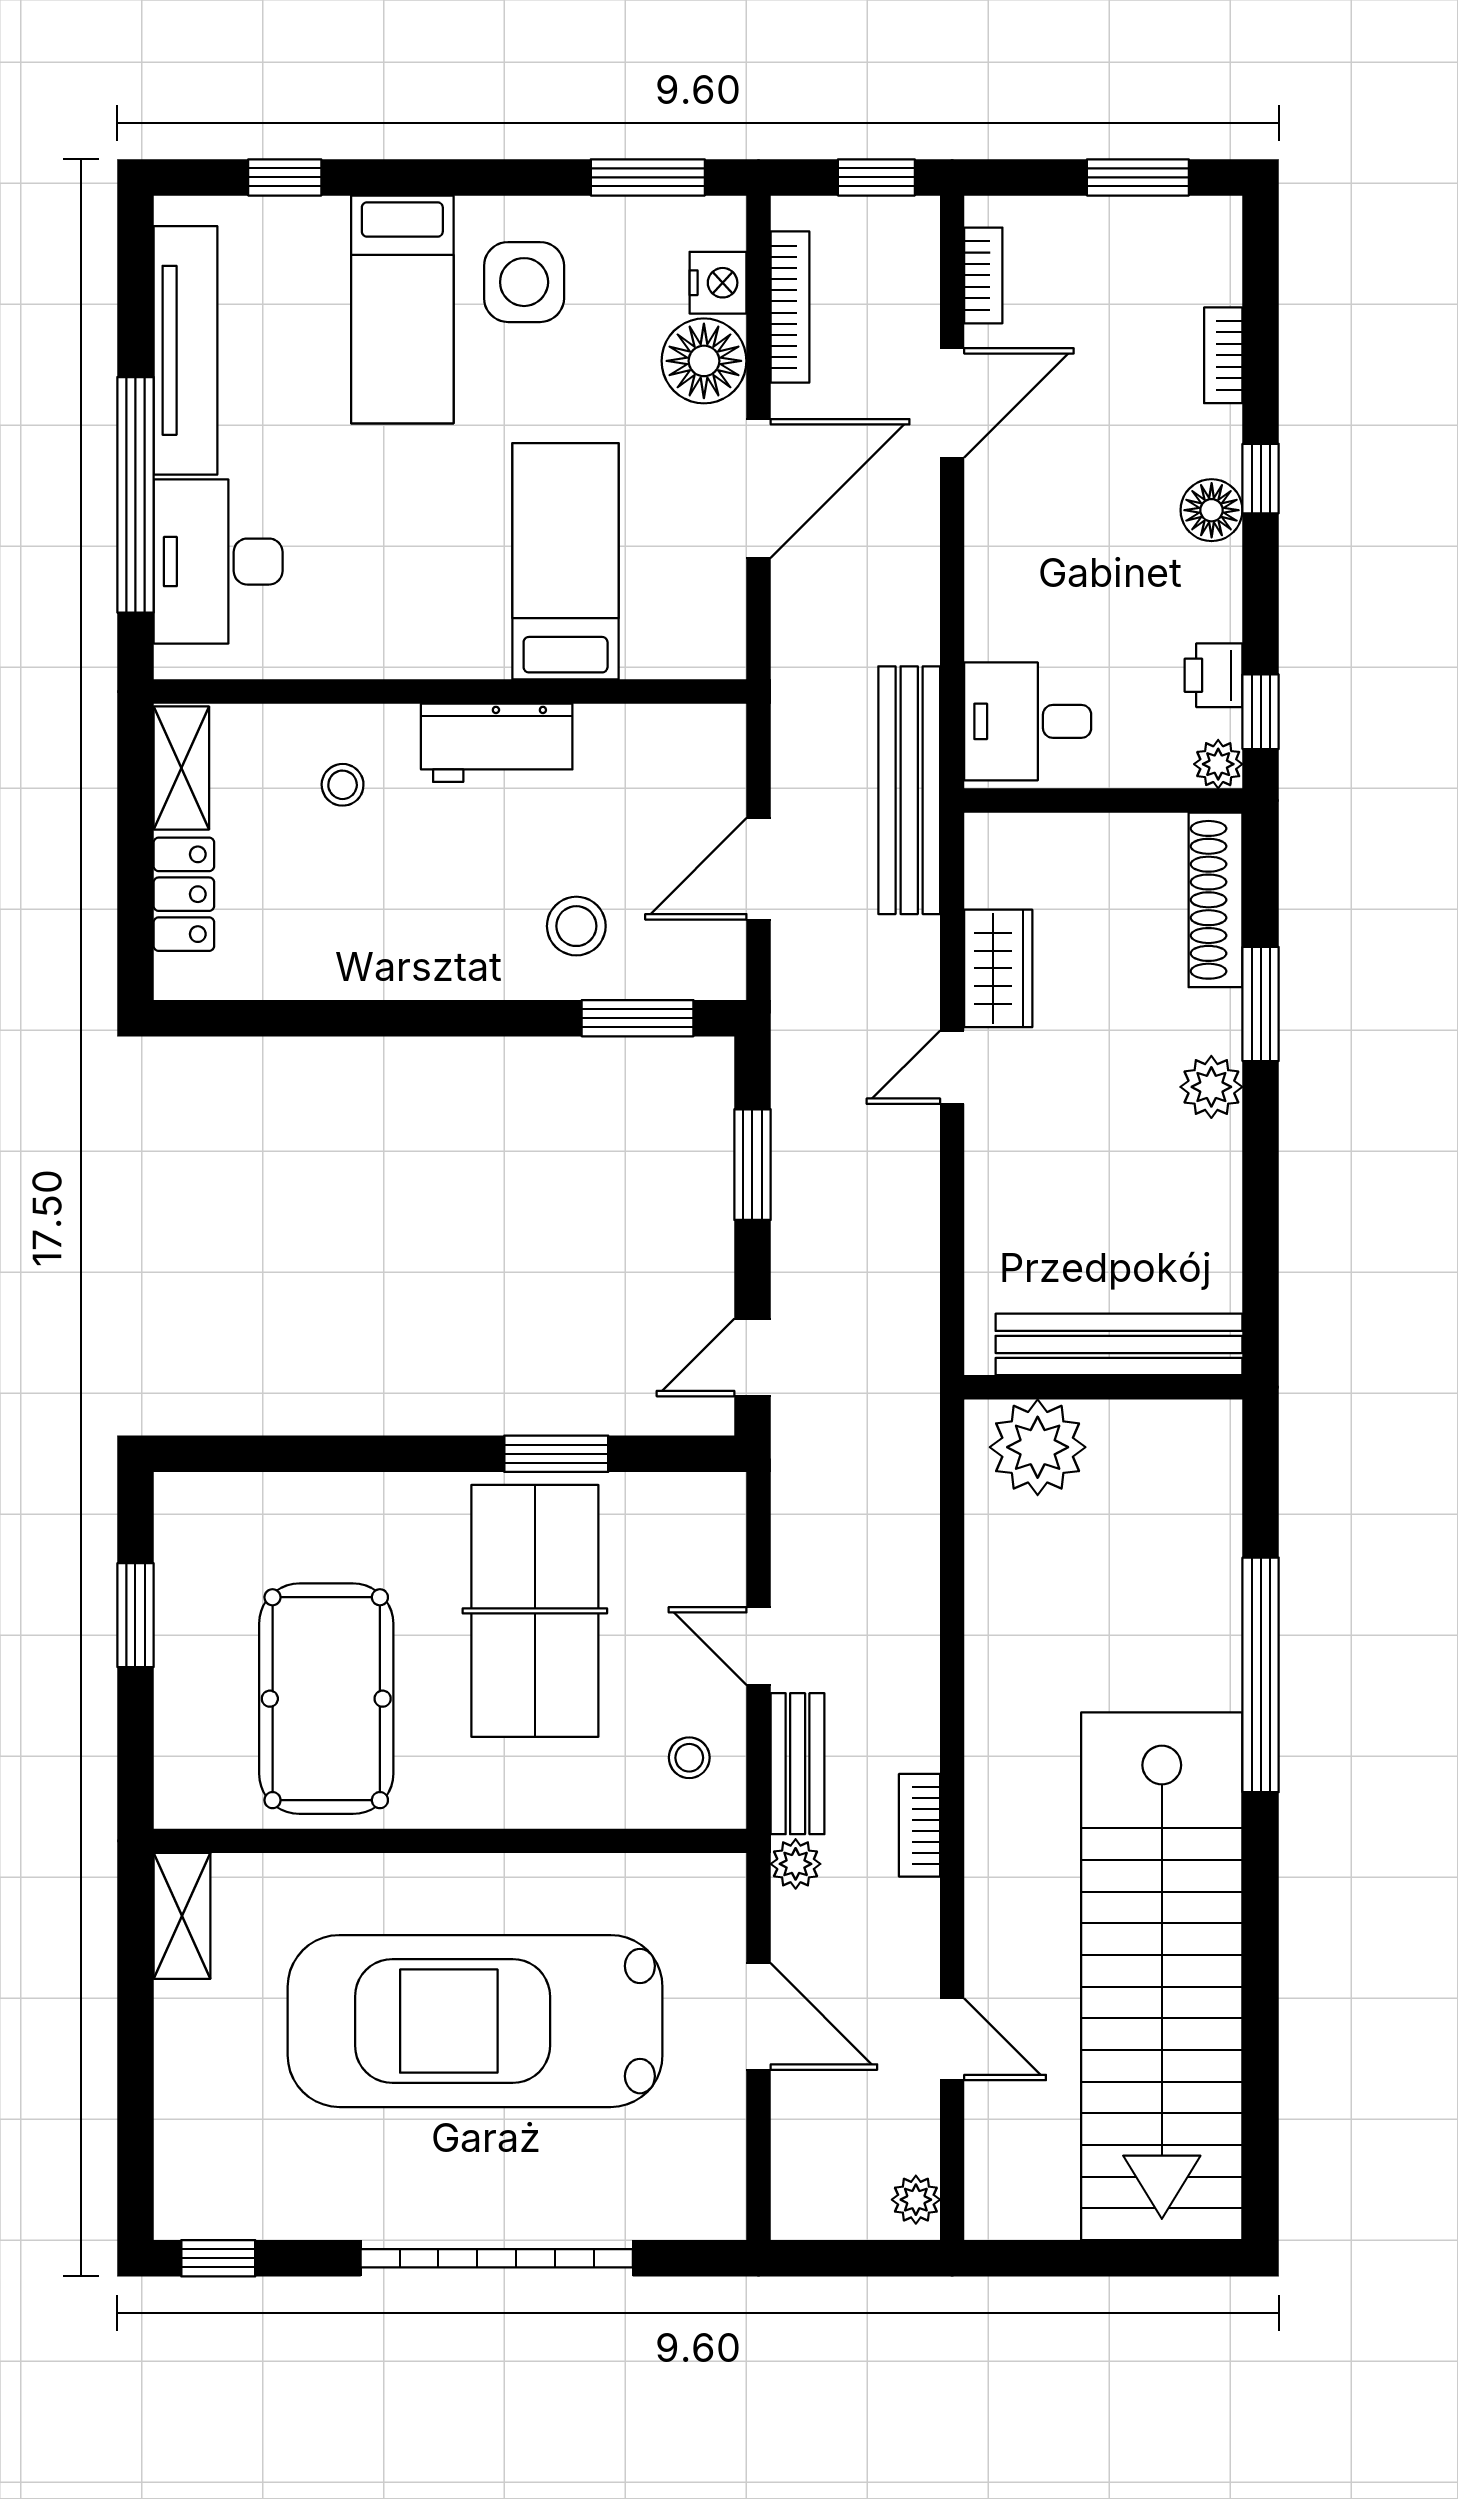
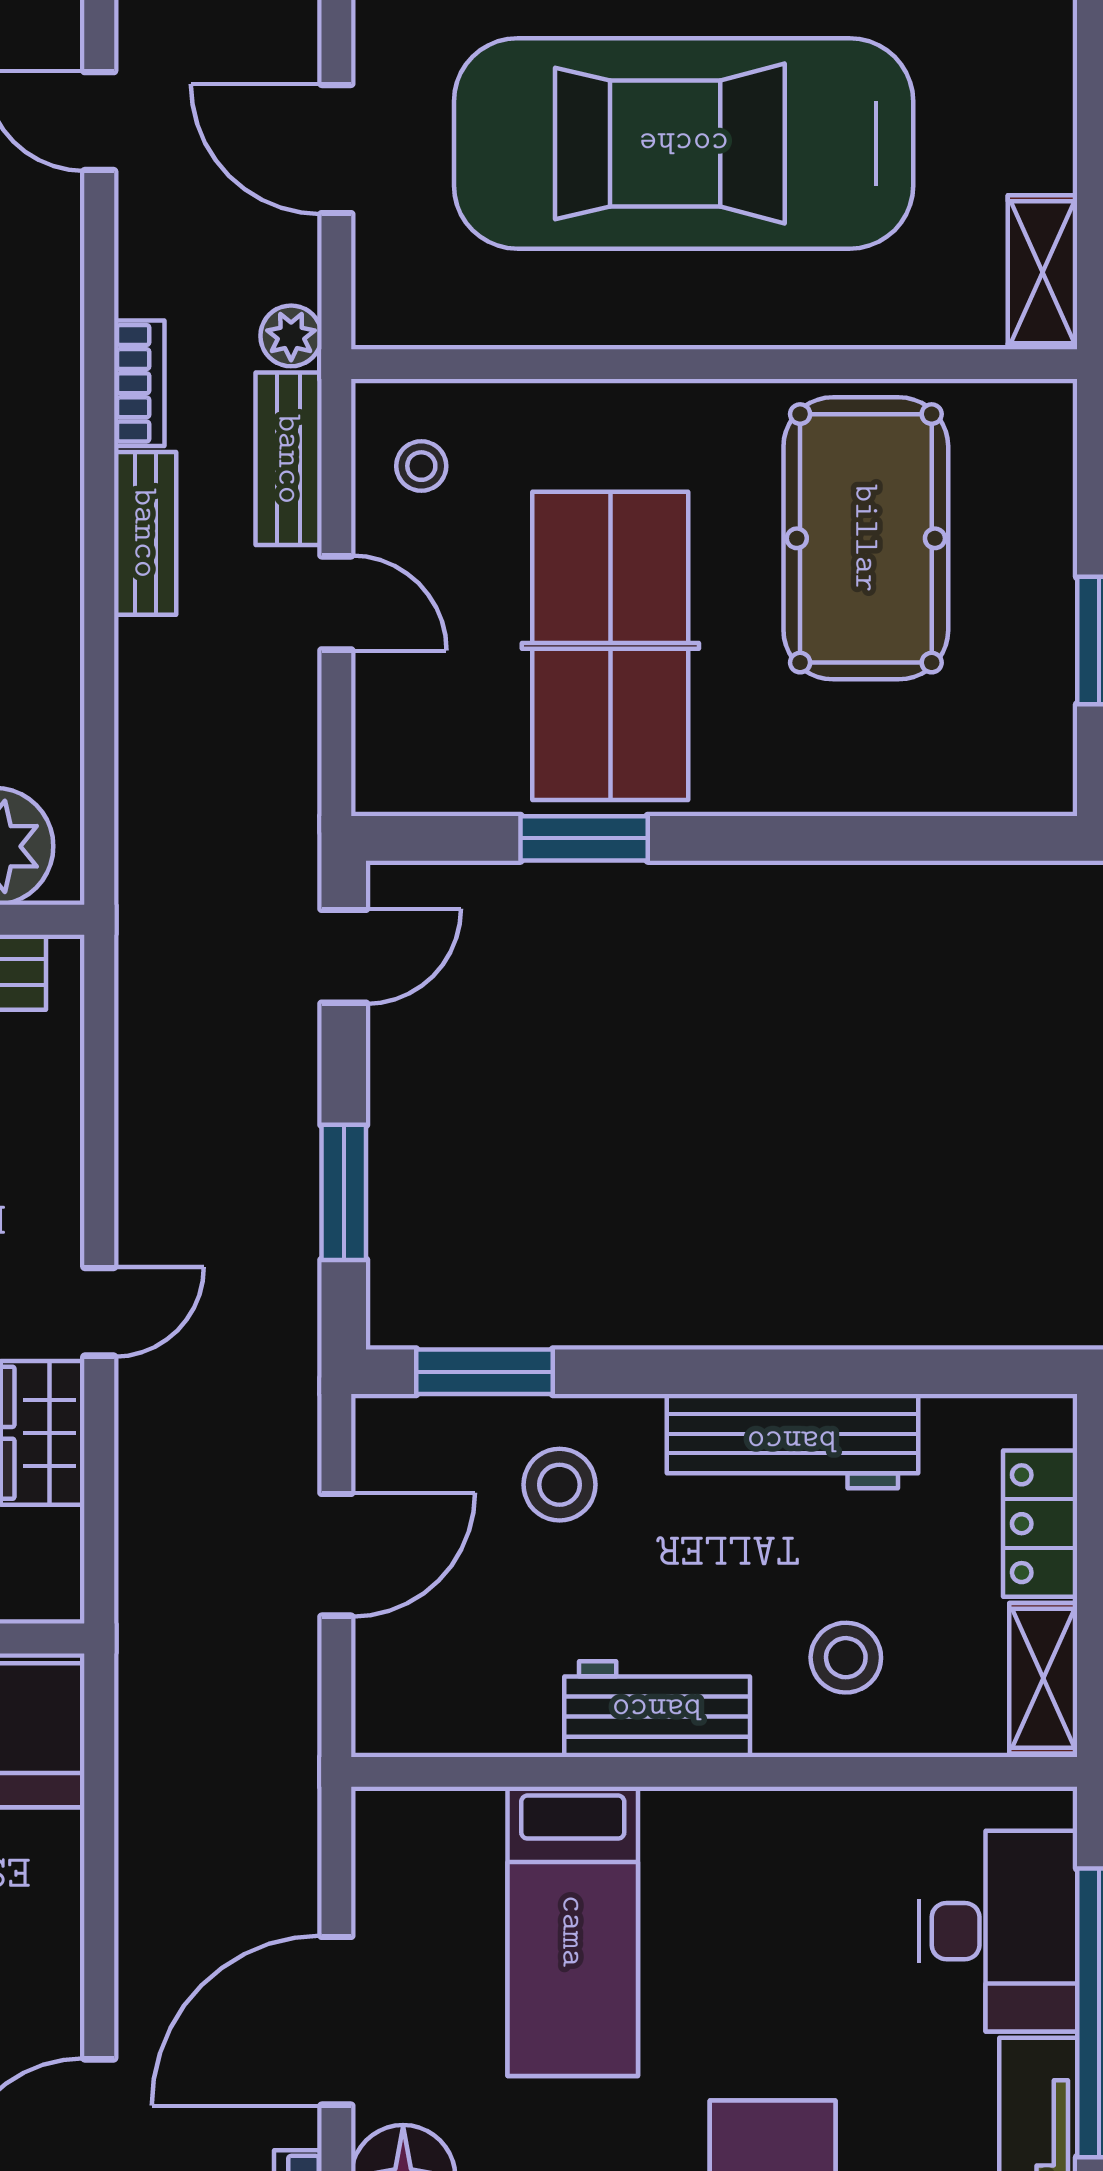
stool: (343, 785) -> (846, 1658), width x1.37, depth x1.37
bench: (909, 790) -> (145, 533), moved, width x0.54, depth x0.82
workbench: (386, 962) -> (792, 1441), added
car: (475, 2021) -> (684, 143), turned 180

